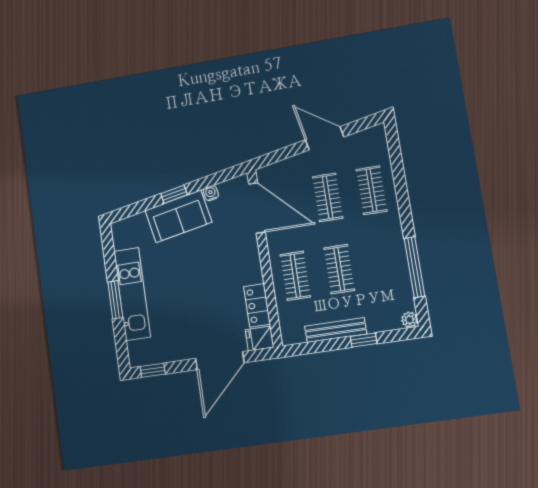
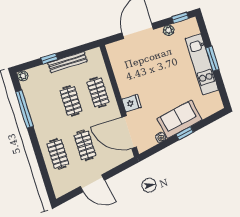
locker: (257, 305) -> (119, 70), removed
fridge: (260, 339) -> (132, 103), moved
plant: (173, 354) -> (169, 30), added

